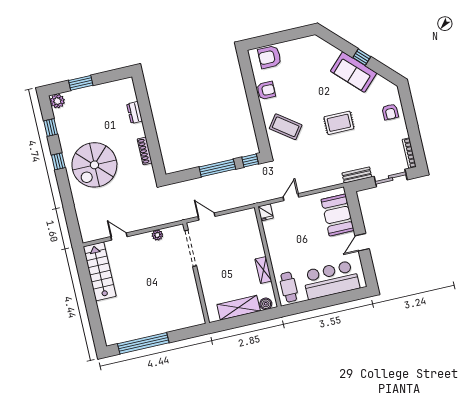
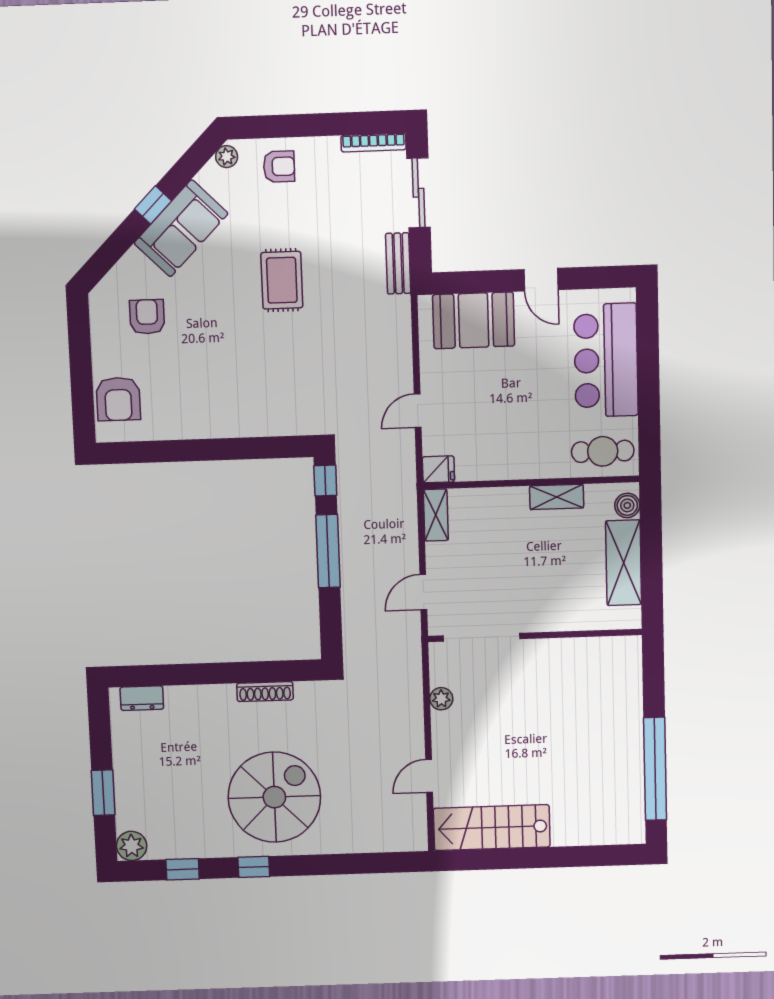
plant: (390, 87) -> (227, 157), added
armchair: (266, 90) -> (147, 317), moved
dresser: (135, 113) -> (142, 698), moved
coffee table: (286, 127) -> (269, 394), removed
spiral stairs: (94, 165) -> (274, 797), turned -90
door: (291, 197) -> (418, 411), hinge flipped
shelving: (244, 215) -> (436, 515), added

